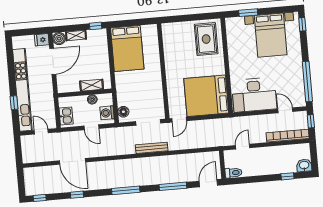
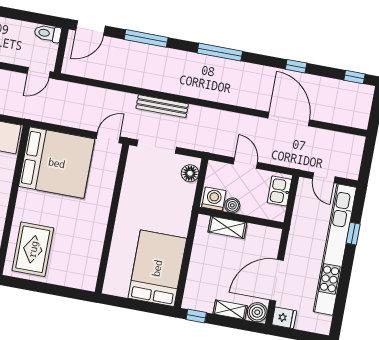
washing machine: (107, 113) -> (214, 199), moved, turned -90
door: (243, 147) -> (39, 73), moved

